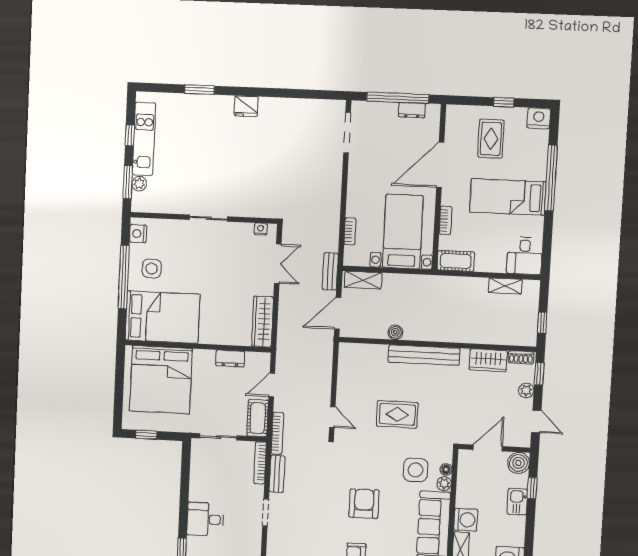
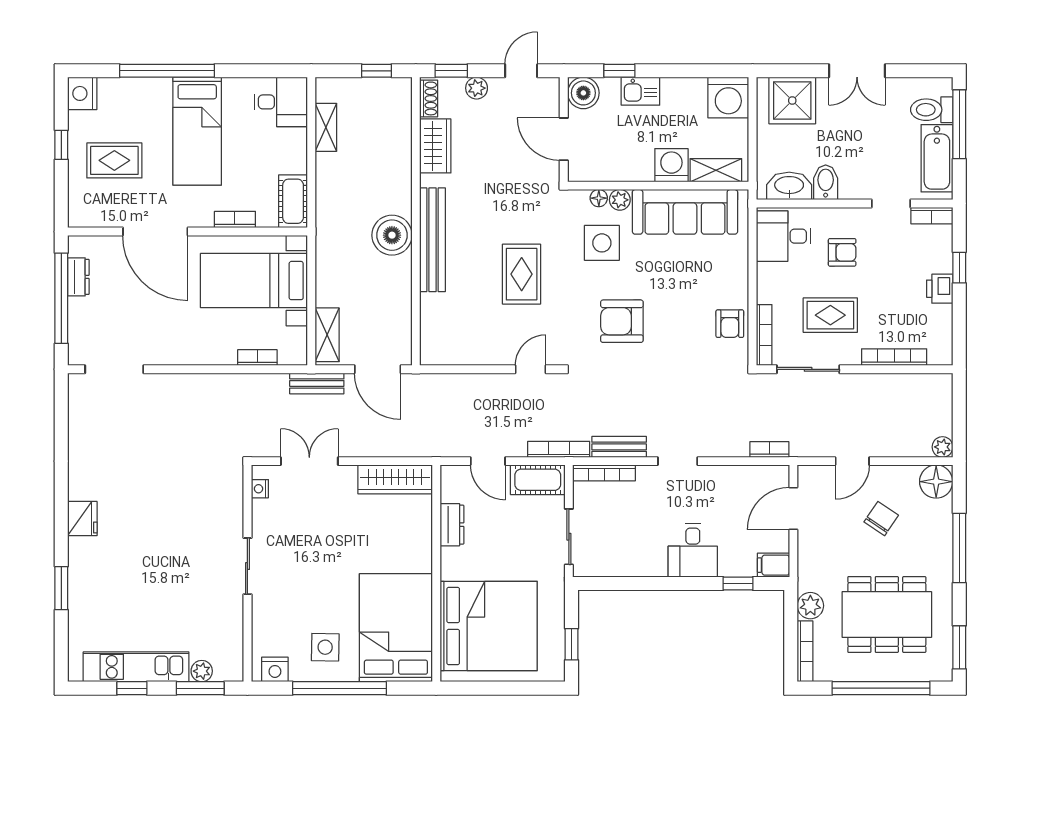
boiler: (395, 332) -> (392, 235), moved, width x1.86, depth x1.86
armchair: (364, 504) -> (622, 321), moved

